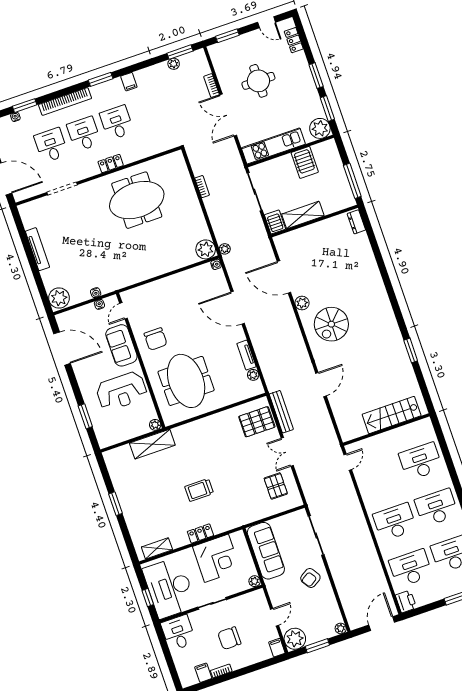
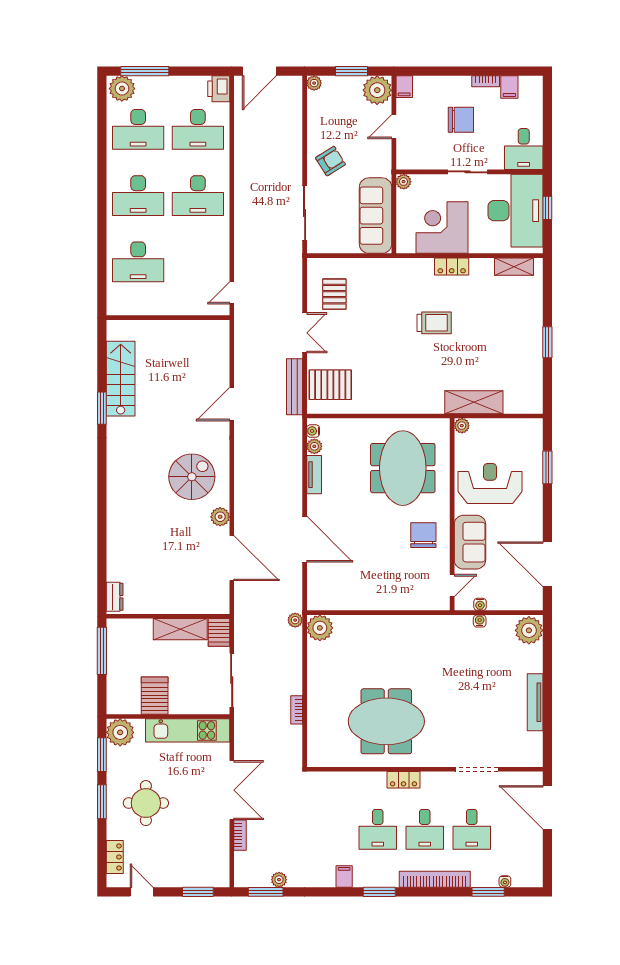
round table: (258, 81) -> (146, 803), moved
water cooler: (216, 264) -> (313, 431), moved
stairs: (392, 415) -> (121, 379), moved, turned -90

